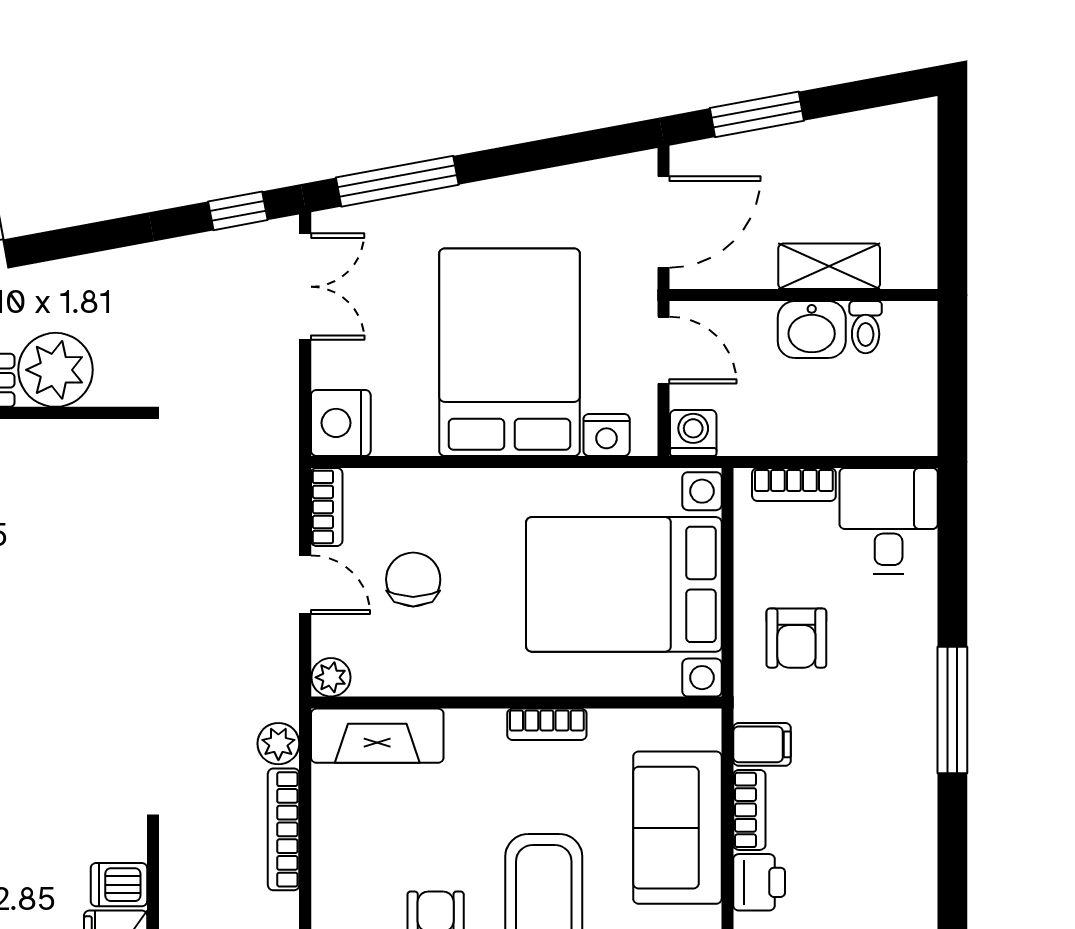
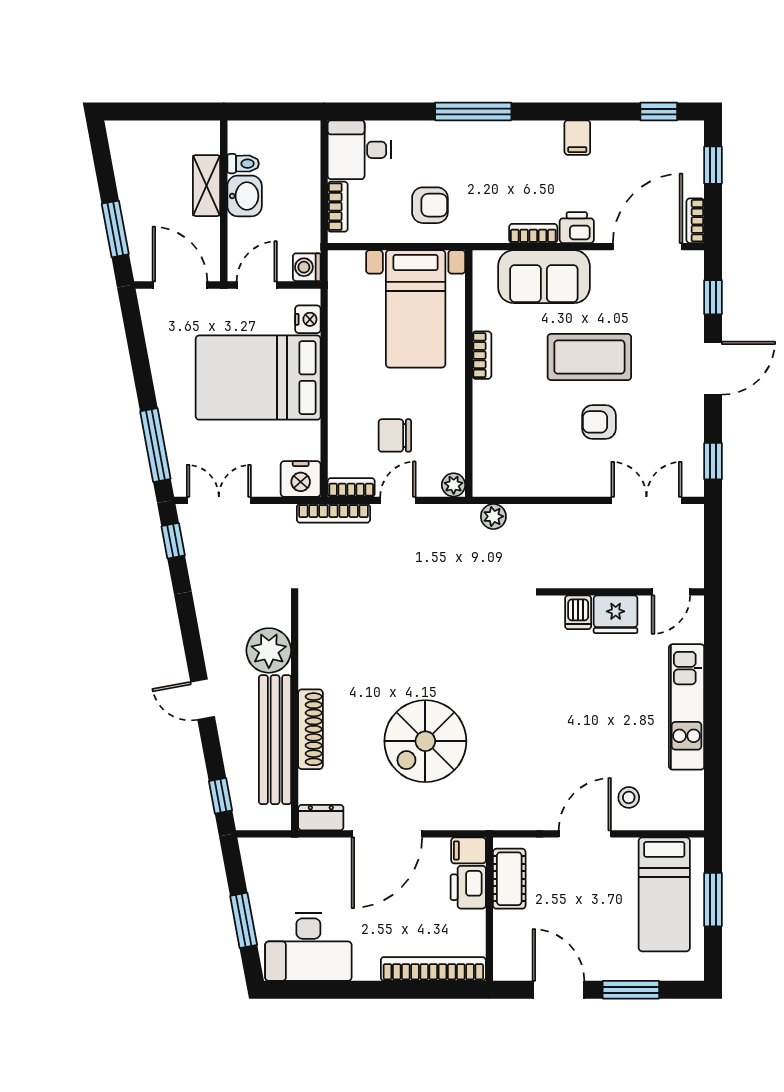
bed with nightstands: (624, 584) -> (416, 309), width x0.73
fireplace: (377, 736) -> (489, 457), removed
filing cabinet: (762, 744) -> (577, 138), moved, turned 180
bookcase: (284, 829) -> (333, 513), moved

